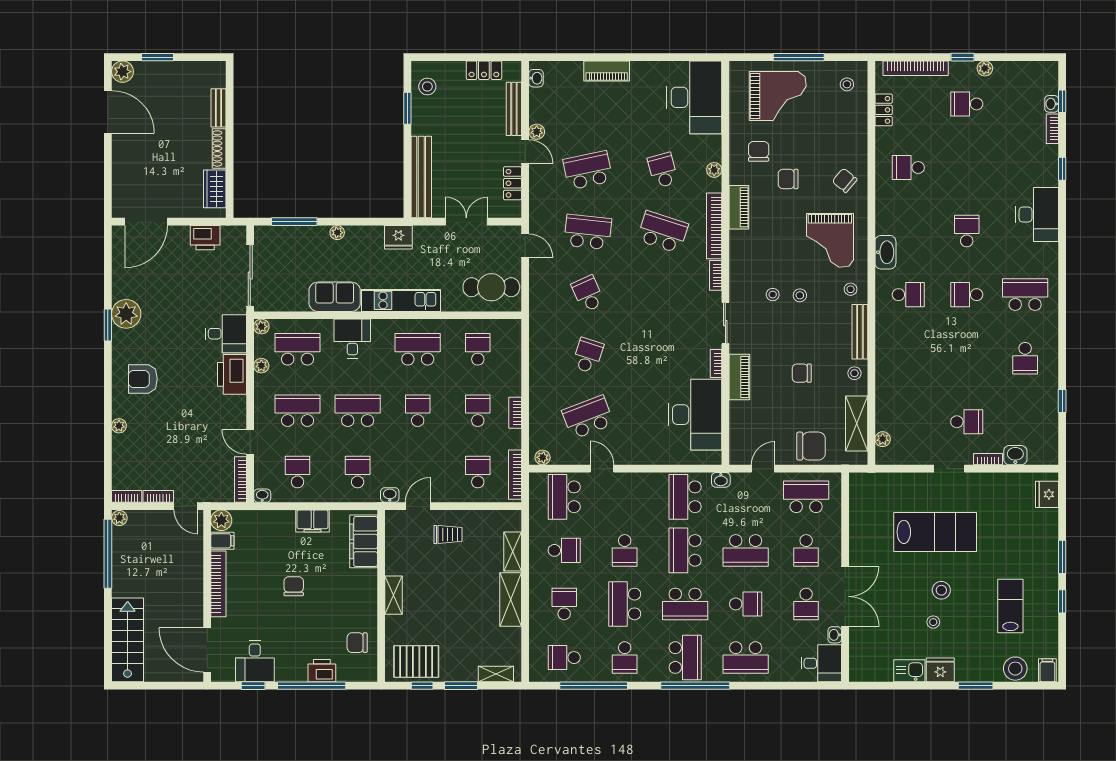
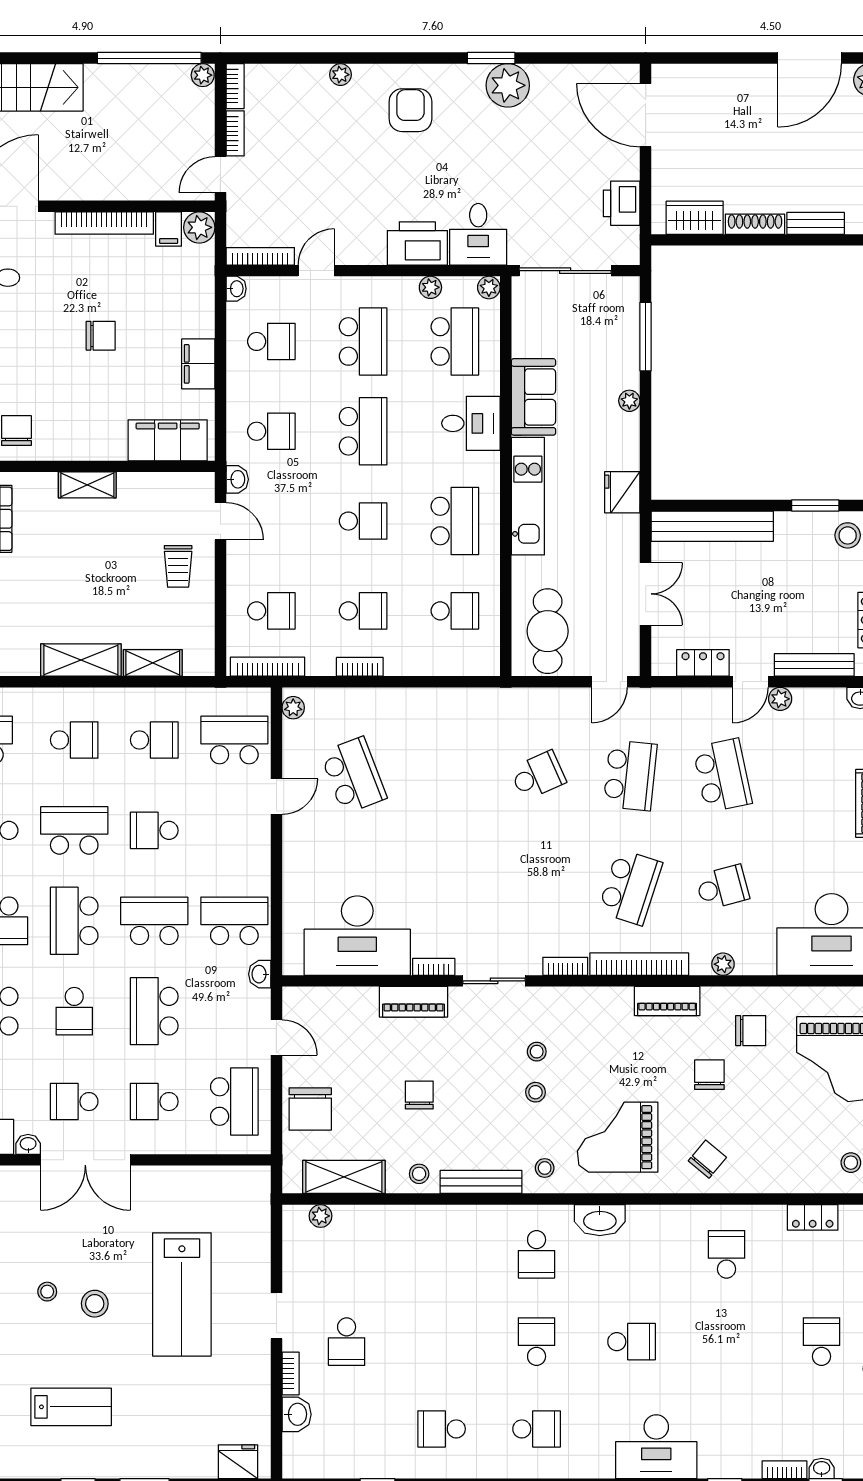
school desk: (1025, 295) -> (537, 1429), width x0.54
school desk: (588, 355) -> (446, 775), removed
school desk: (564, 550) -> (154, 740), turned -90

